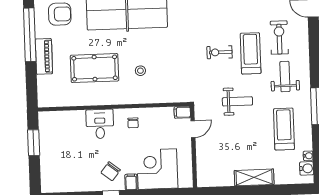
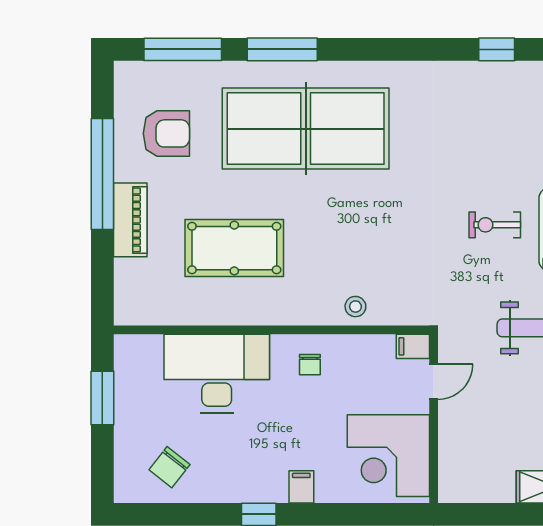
stool: (140, 71) -> (355, 307), moved
desk: (100, 124) -> (217, 373), width x1.87, depth x1.30
corner desk: (157, 169) -> (388, 456), moved, turned -90
chair: (111, 171) -> (169, 467), moved

